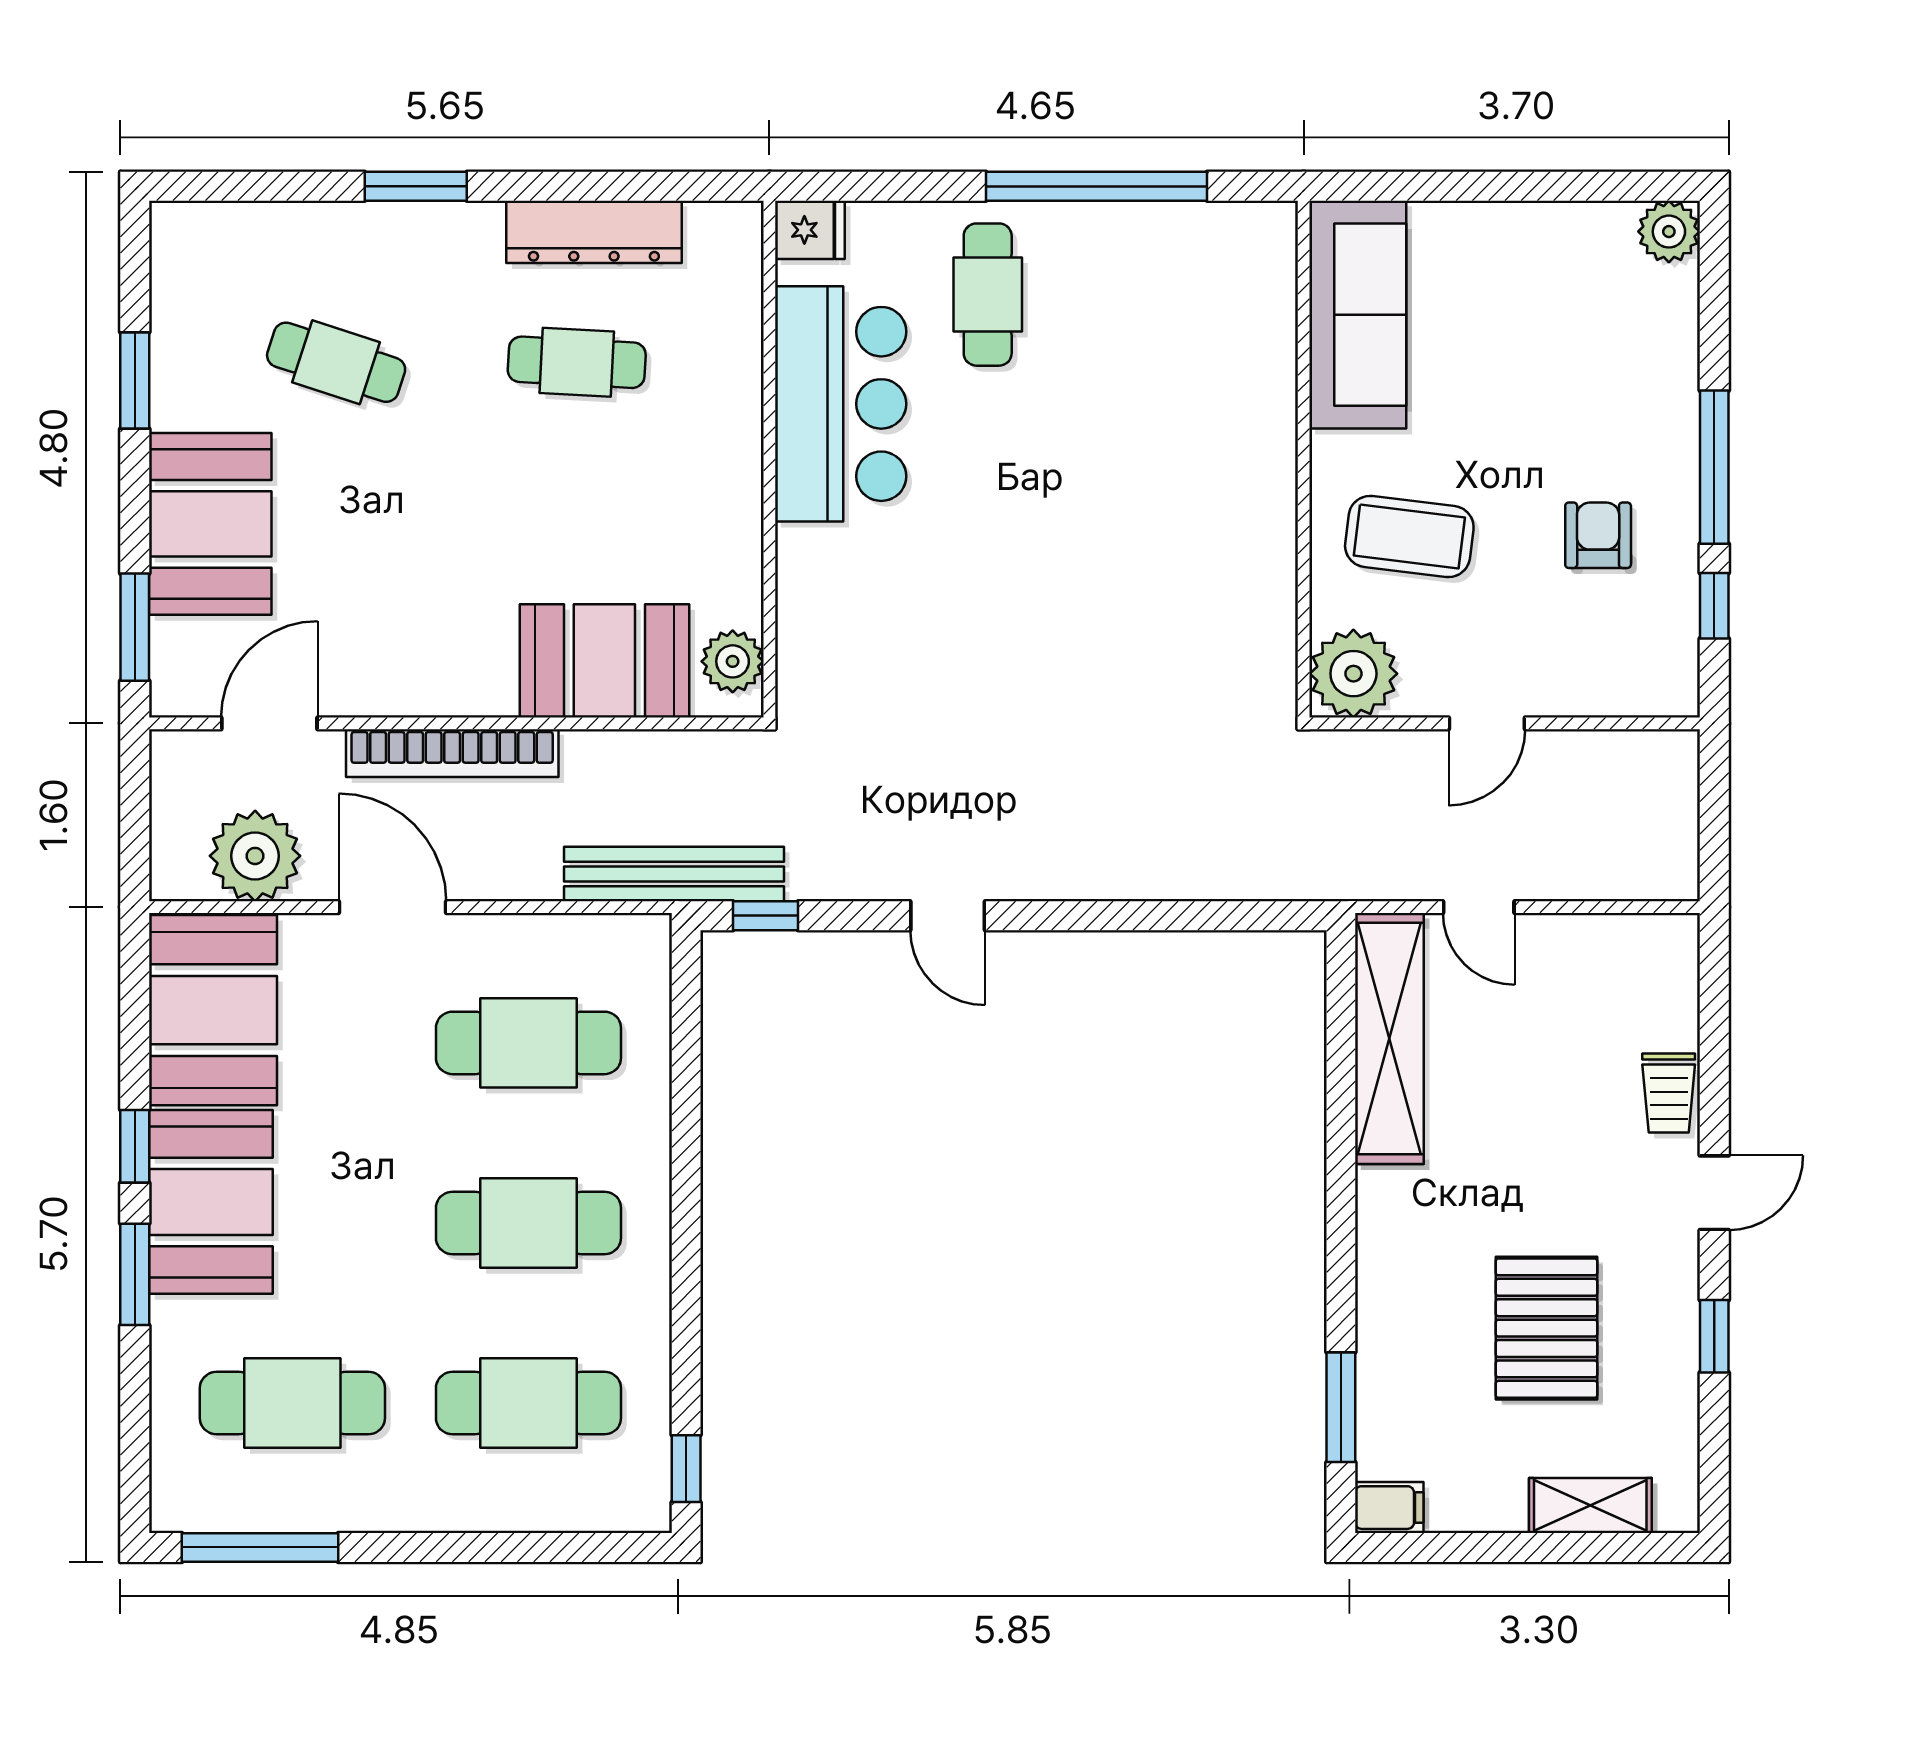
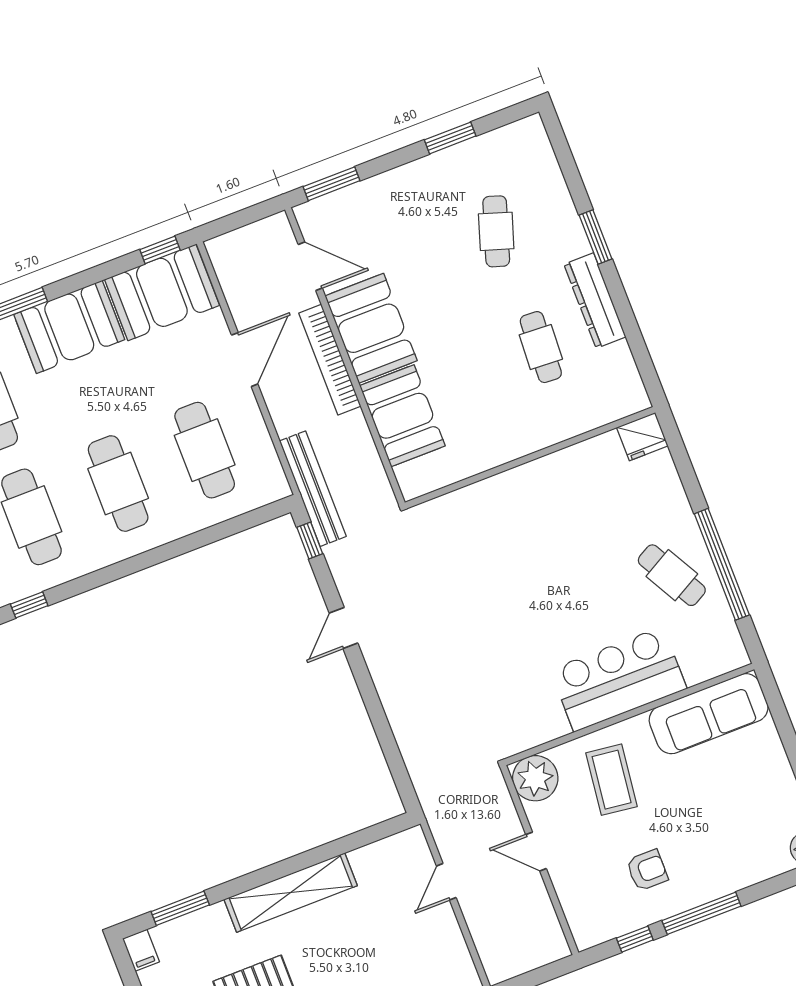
fridge: (810, 230) -> (642, 437), width x1.38
dresser: (594, 232) -> (595, 301), moved
cafe table: (988, 295) -> (672, 575), moved, turned 61
bar counter: (841, 404) -> (618, 679), moved, turned 180
booth: (210, 524) -> (371, 328), moved, turned 90
plant: (733, 661) -> (426, 477), removed
plant: (255, 856) -> (244, 284), removed
shelving: (1389, 1038) -> (291, 892), moved
window: (135, 1146) -> (160, 250), moved

